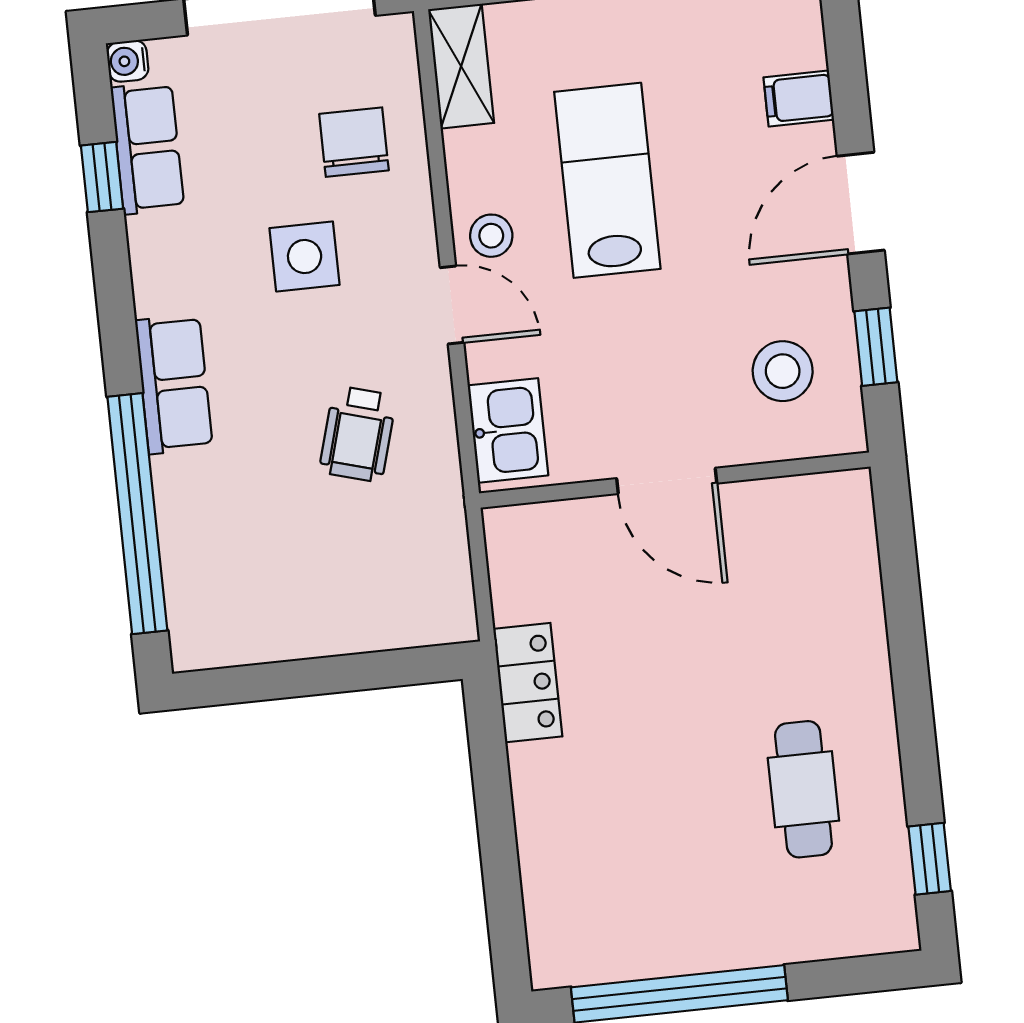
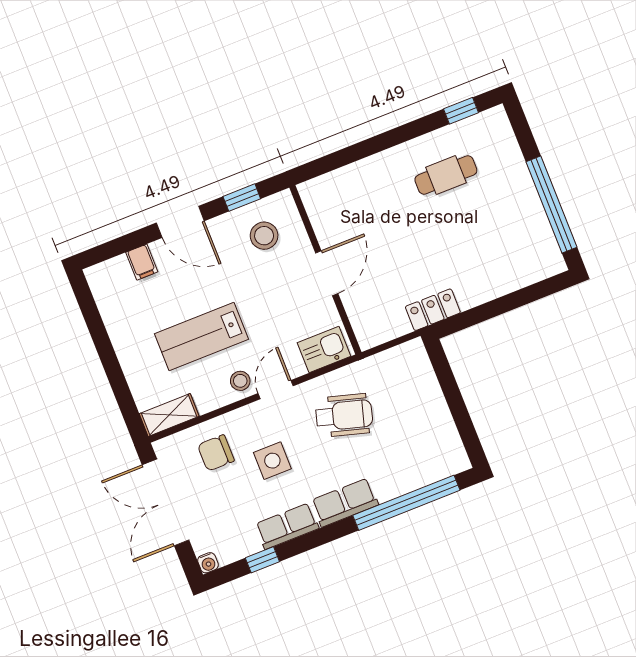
row of seats: (147, 148) -> (287, 526), moved
wheelchair: (358, 434) -> (344, 415), width x1.36, depth x1.37

